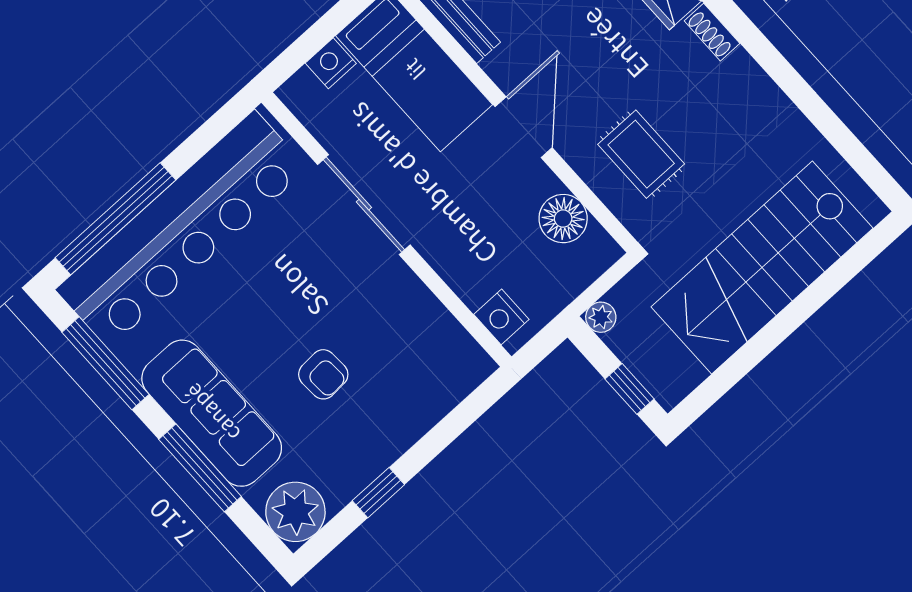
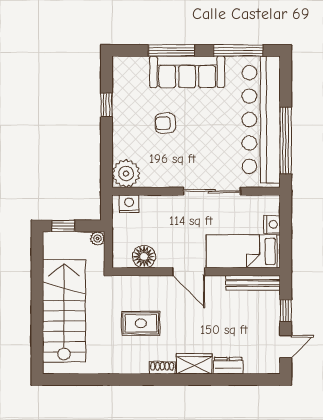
rug: (641, 154) -> (141, 323), moved
window: (115, 219) -> (286, 140), moved
plant: (295, 512) -> (126, 173), moved

